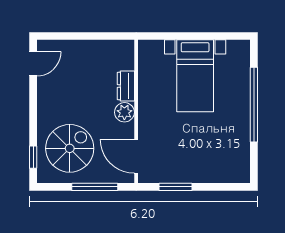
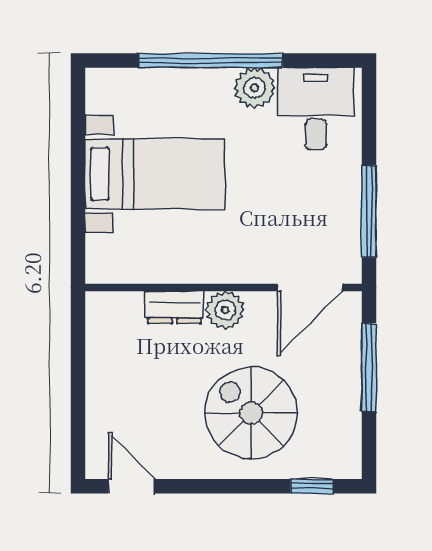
plant: (240, 127) -> (255, 88), added
spiral stairs: (70, 148) -> (251, 413), moved
desk: (229, 159) -> (316, 109), added
window: (176, 187) -> (369, 212), width x1.44

